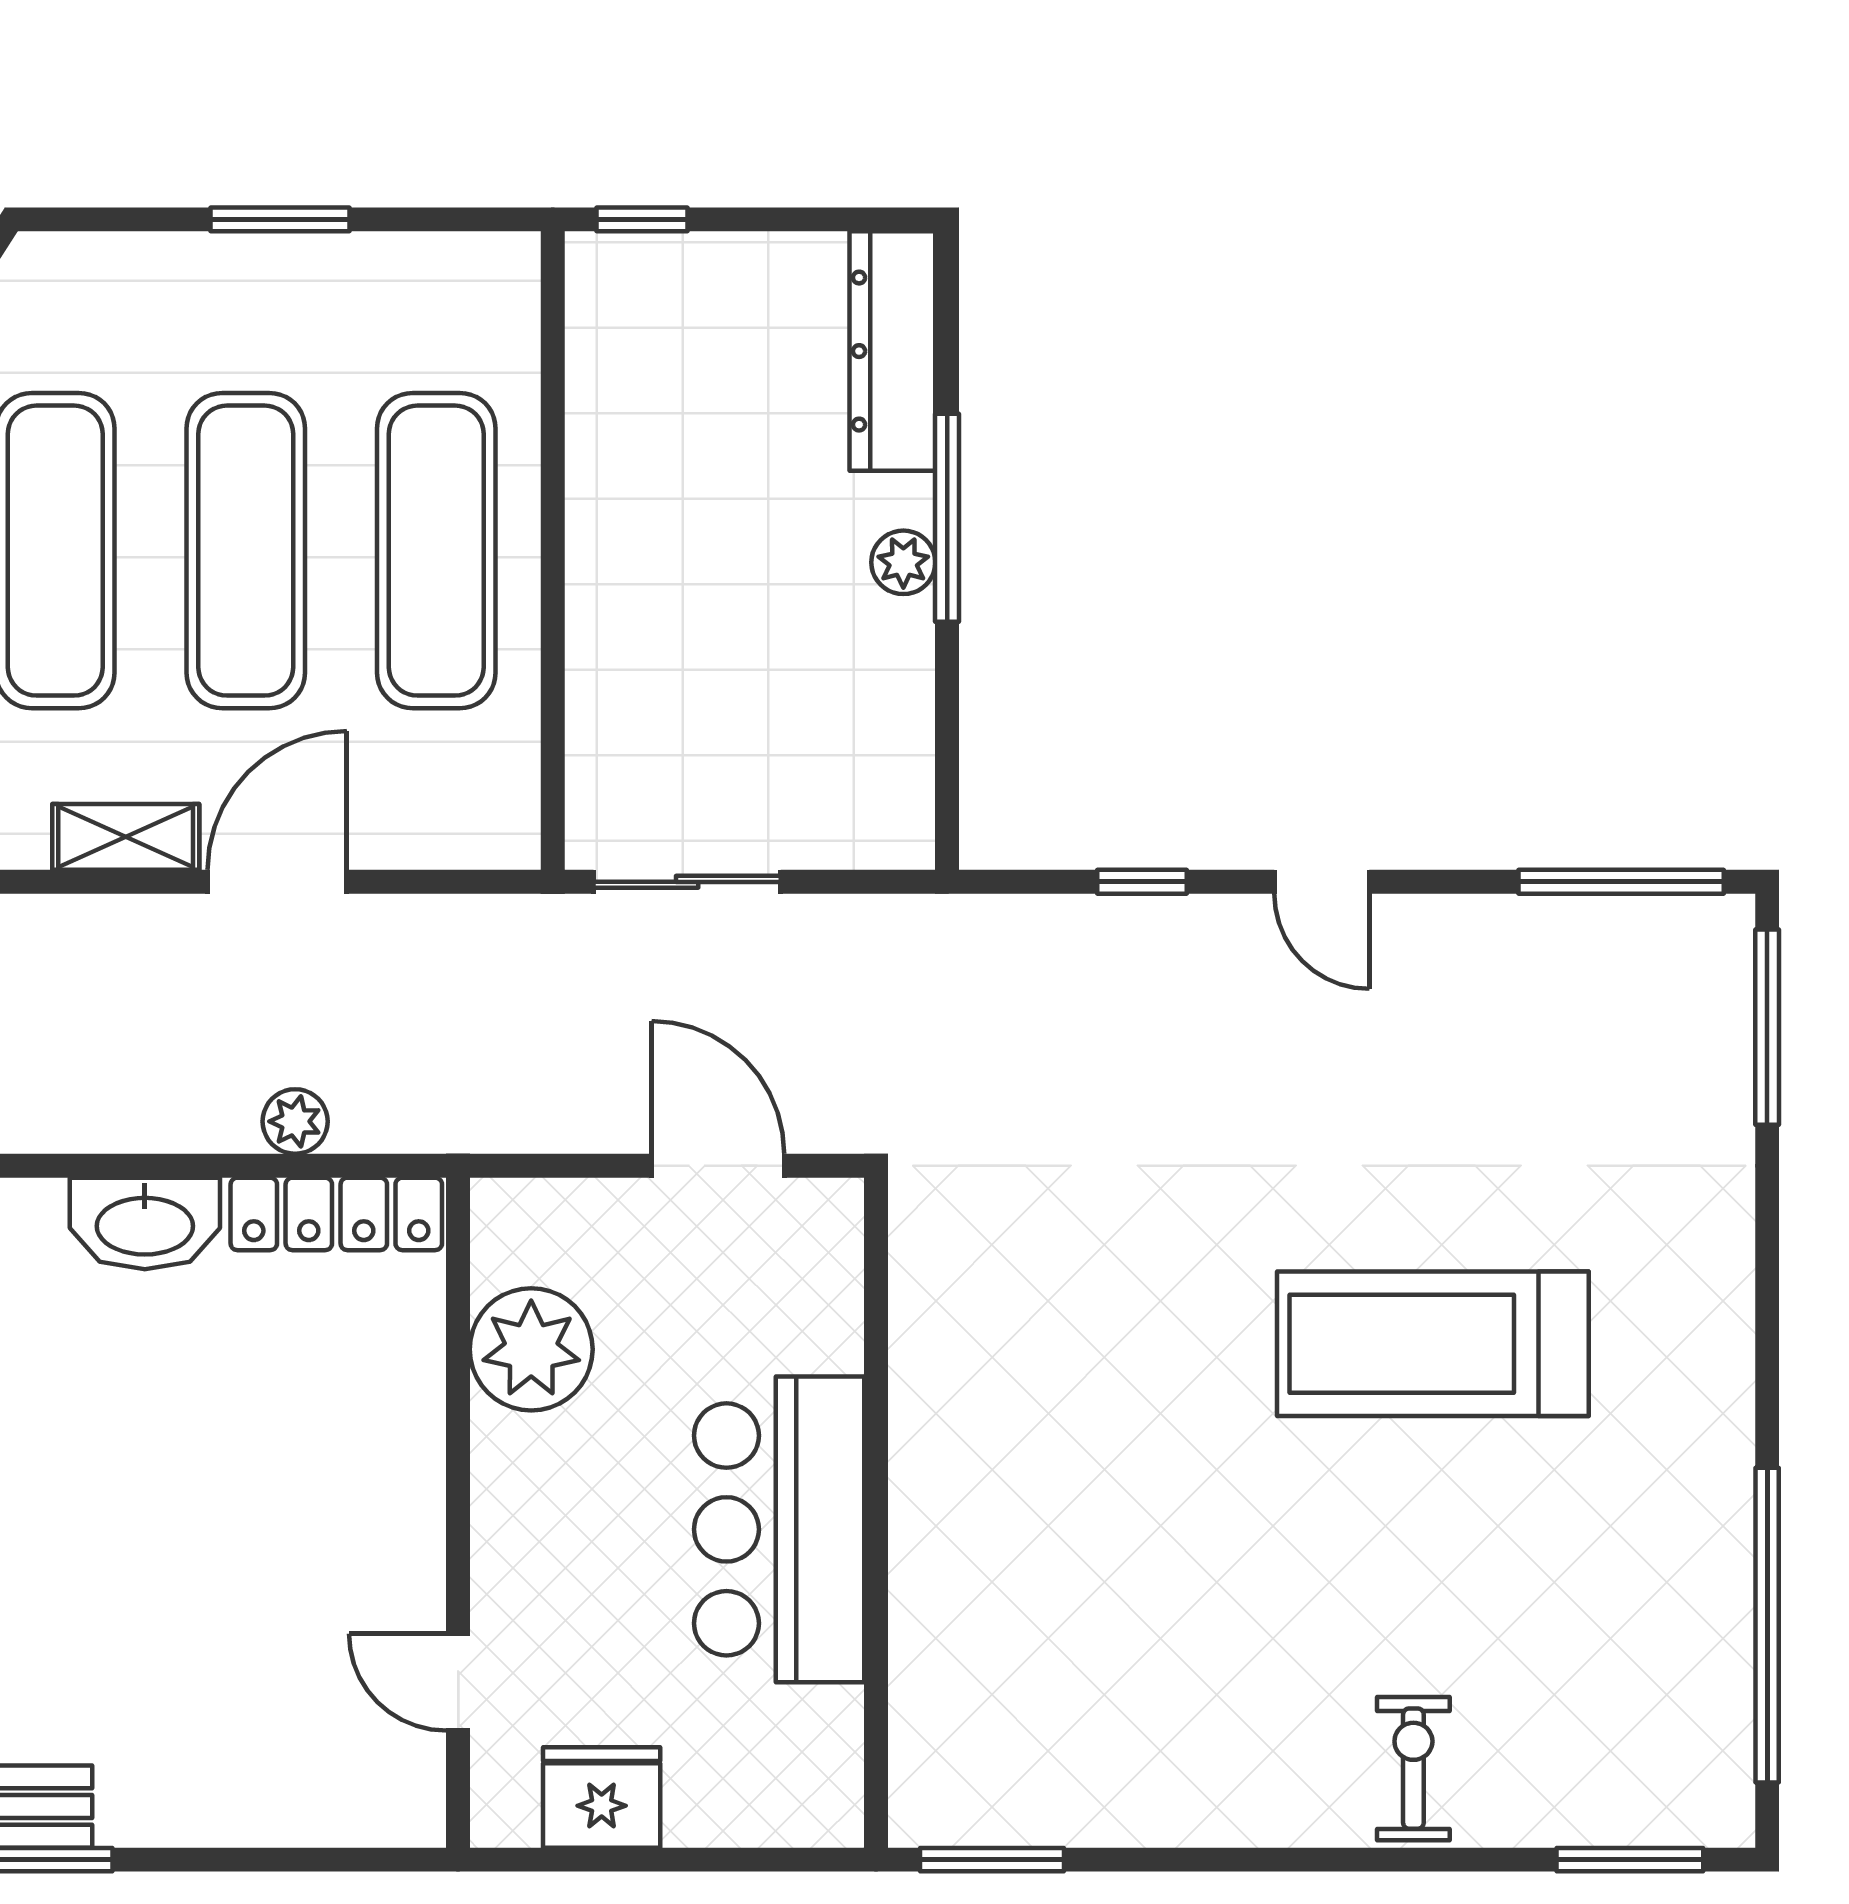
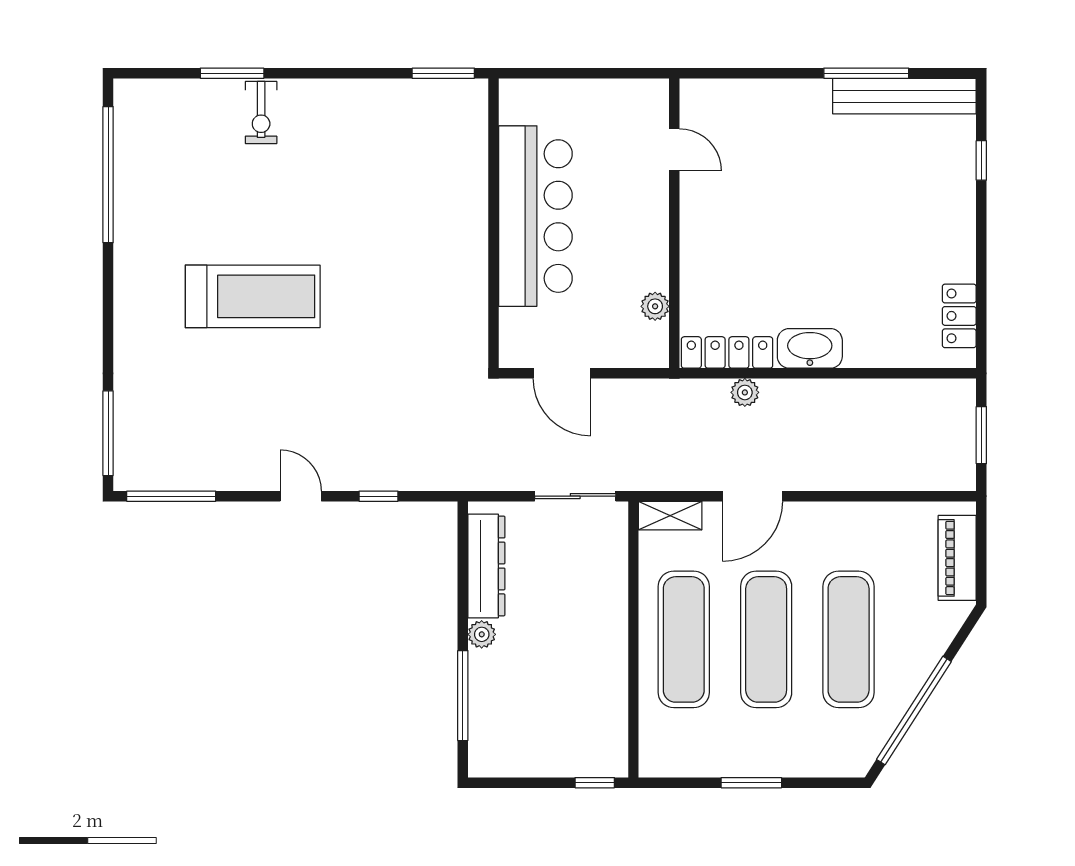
dresser: (892, 351) -> (486, 566), moved
window: (947, 518) -> (463, 696), moved
shelving: (126, 837) -> (670, 516), moved
plant: (531, 1349) -> (655, 306), width x0.53, depth x0.53
bar counter: (779, 1529) -> (535, 216), width x1.36
fridge: (602, 1797) -> (612, 100), removed
window: (1630, 1860) -> (232, 73), moved

